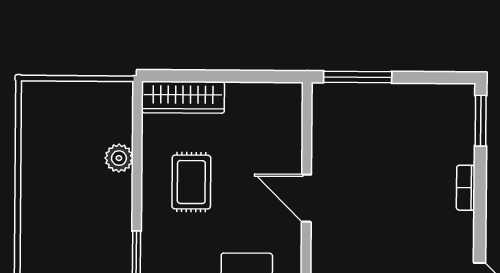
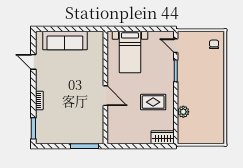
wardrobe: (183, 97) -> (163, 137), width x0.67
rug: (191, 182) -> (153, 102), turned 90

